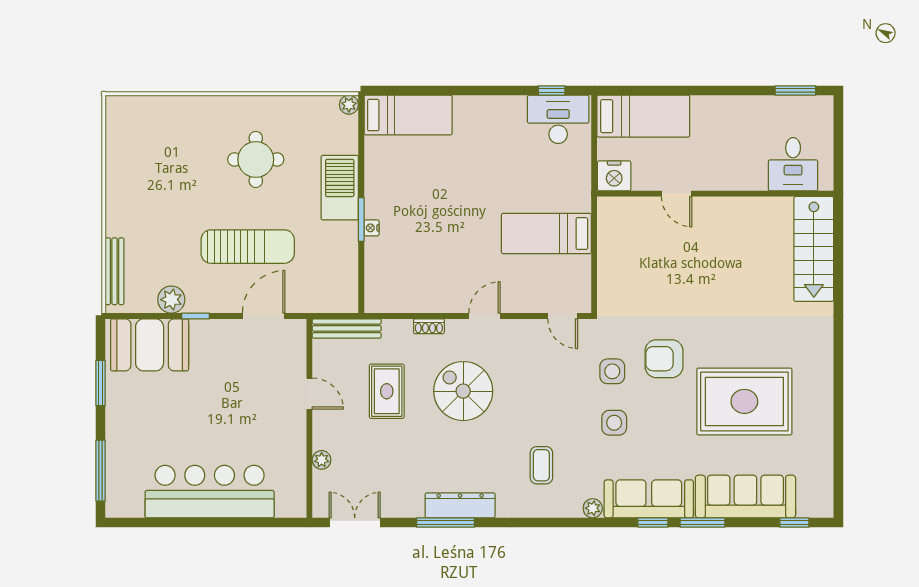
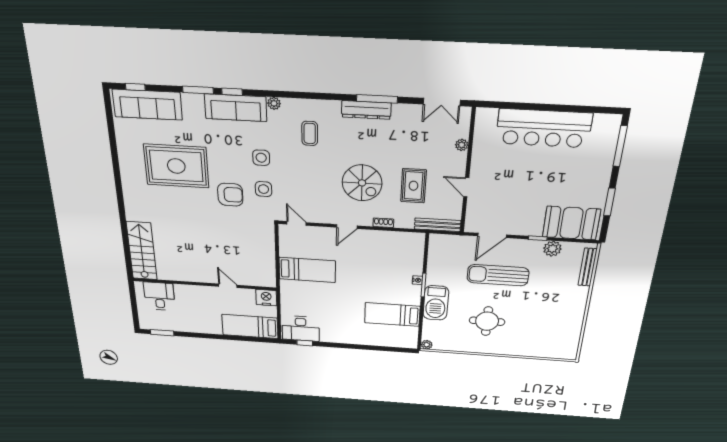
bed: (408, 115) -> (392, 315), moved
sofa: (745, 497) -> (147, 105), moved

